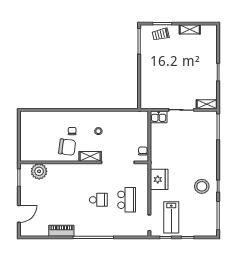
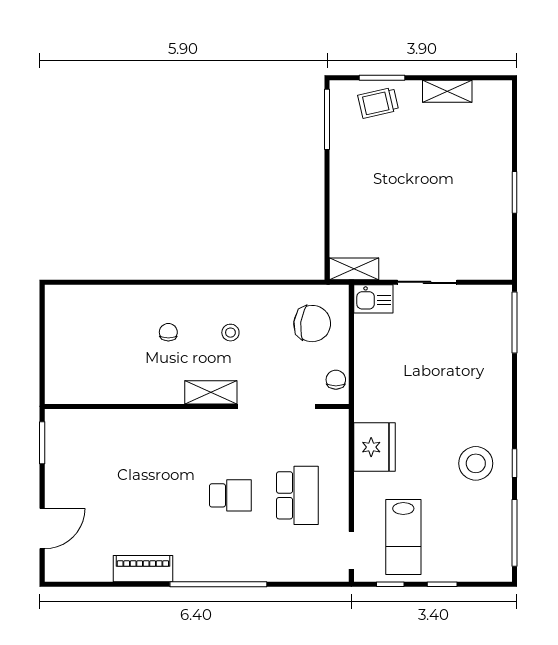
shelving: (207, 104) -> (354, 269), moved
chair: (67, 147) -> (312, 324), moved
plant: (39, 171) -> (90, 428), removed

